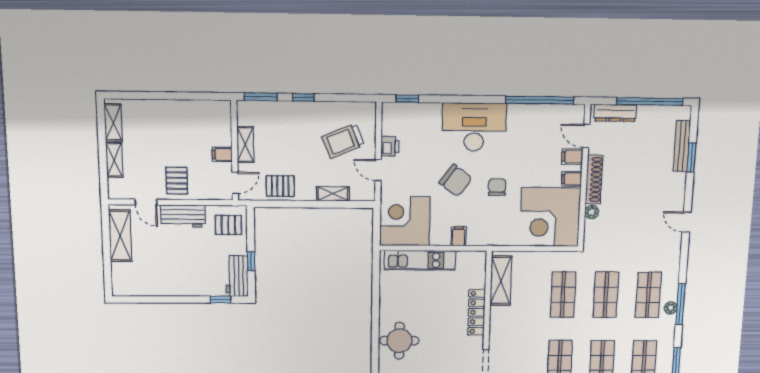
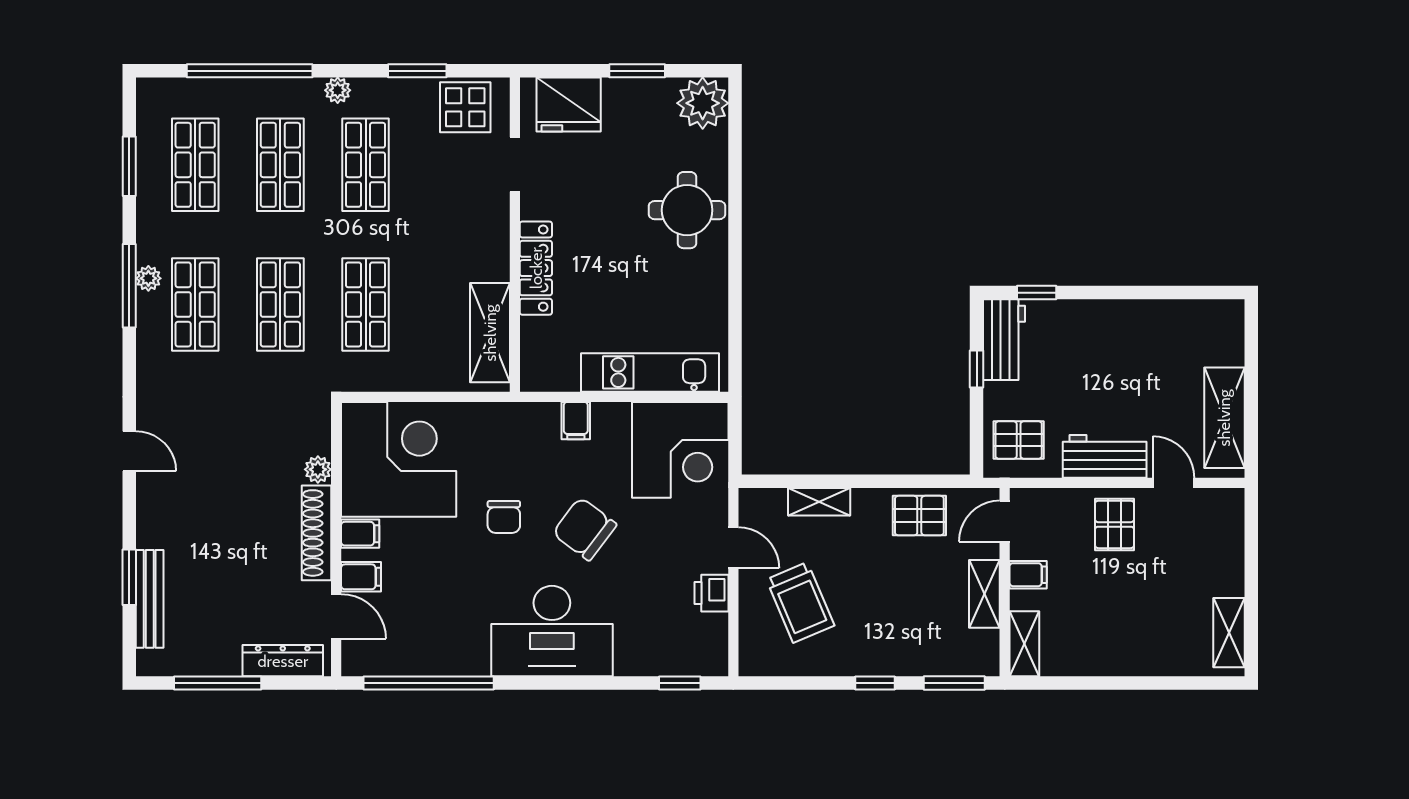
window: (650, 101) -> (218, 683), width x0.68
trolley: (343, 141) -> (800, 602), turned 89
shelving: (114, 160) -> (1024, 644), moved

